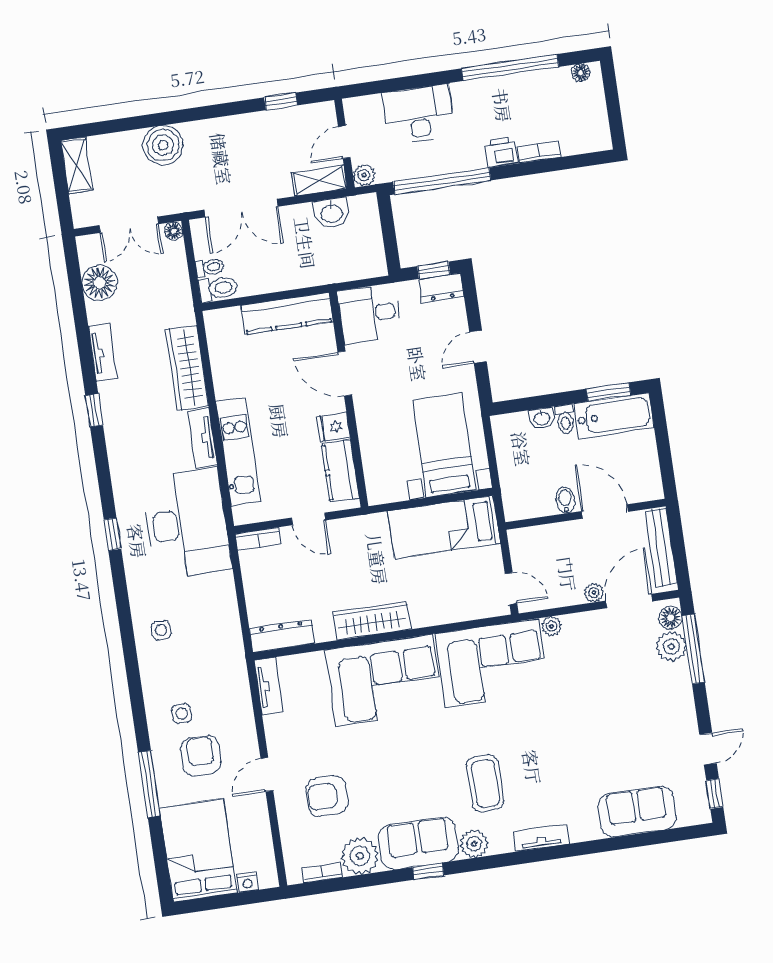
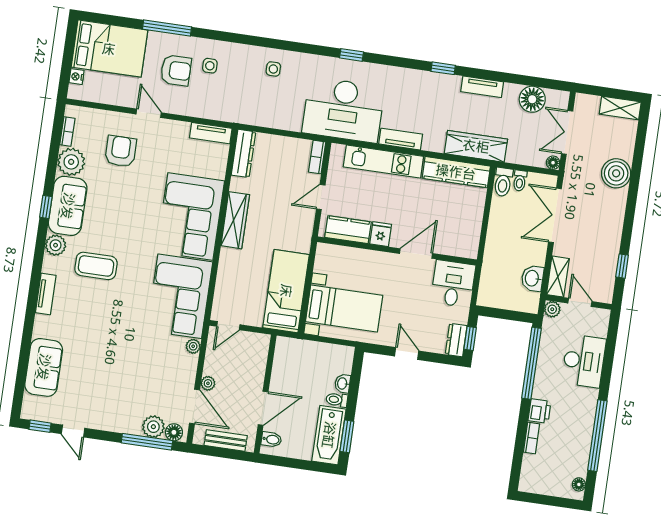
kitchen counter: (287, 313) -> (456, 172), moved, turned -90
wardrobe: (187, 368) -> (476, 146), moved
bidet: (565, 500) -> (271, 439), moved
bench: (661, 547) -> (226, 440), width x0.73

